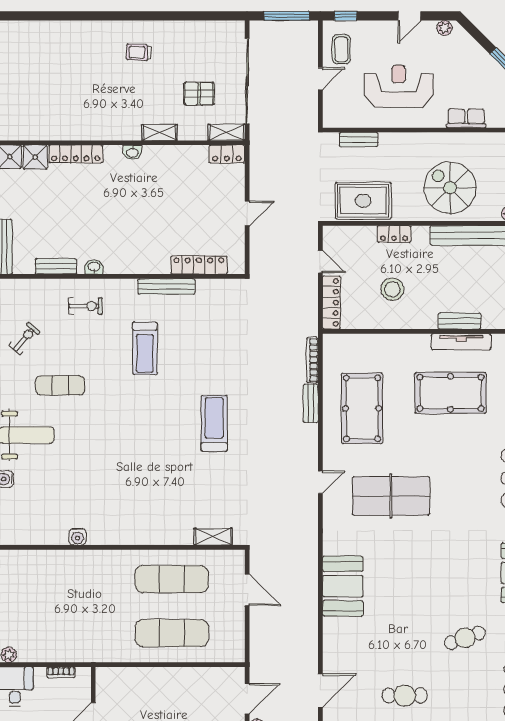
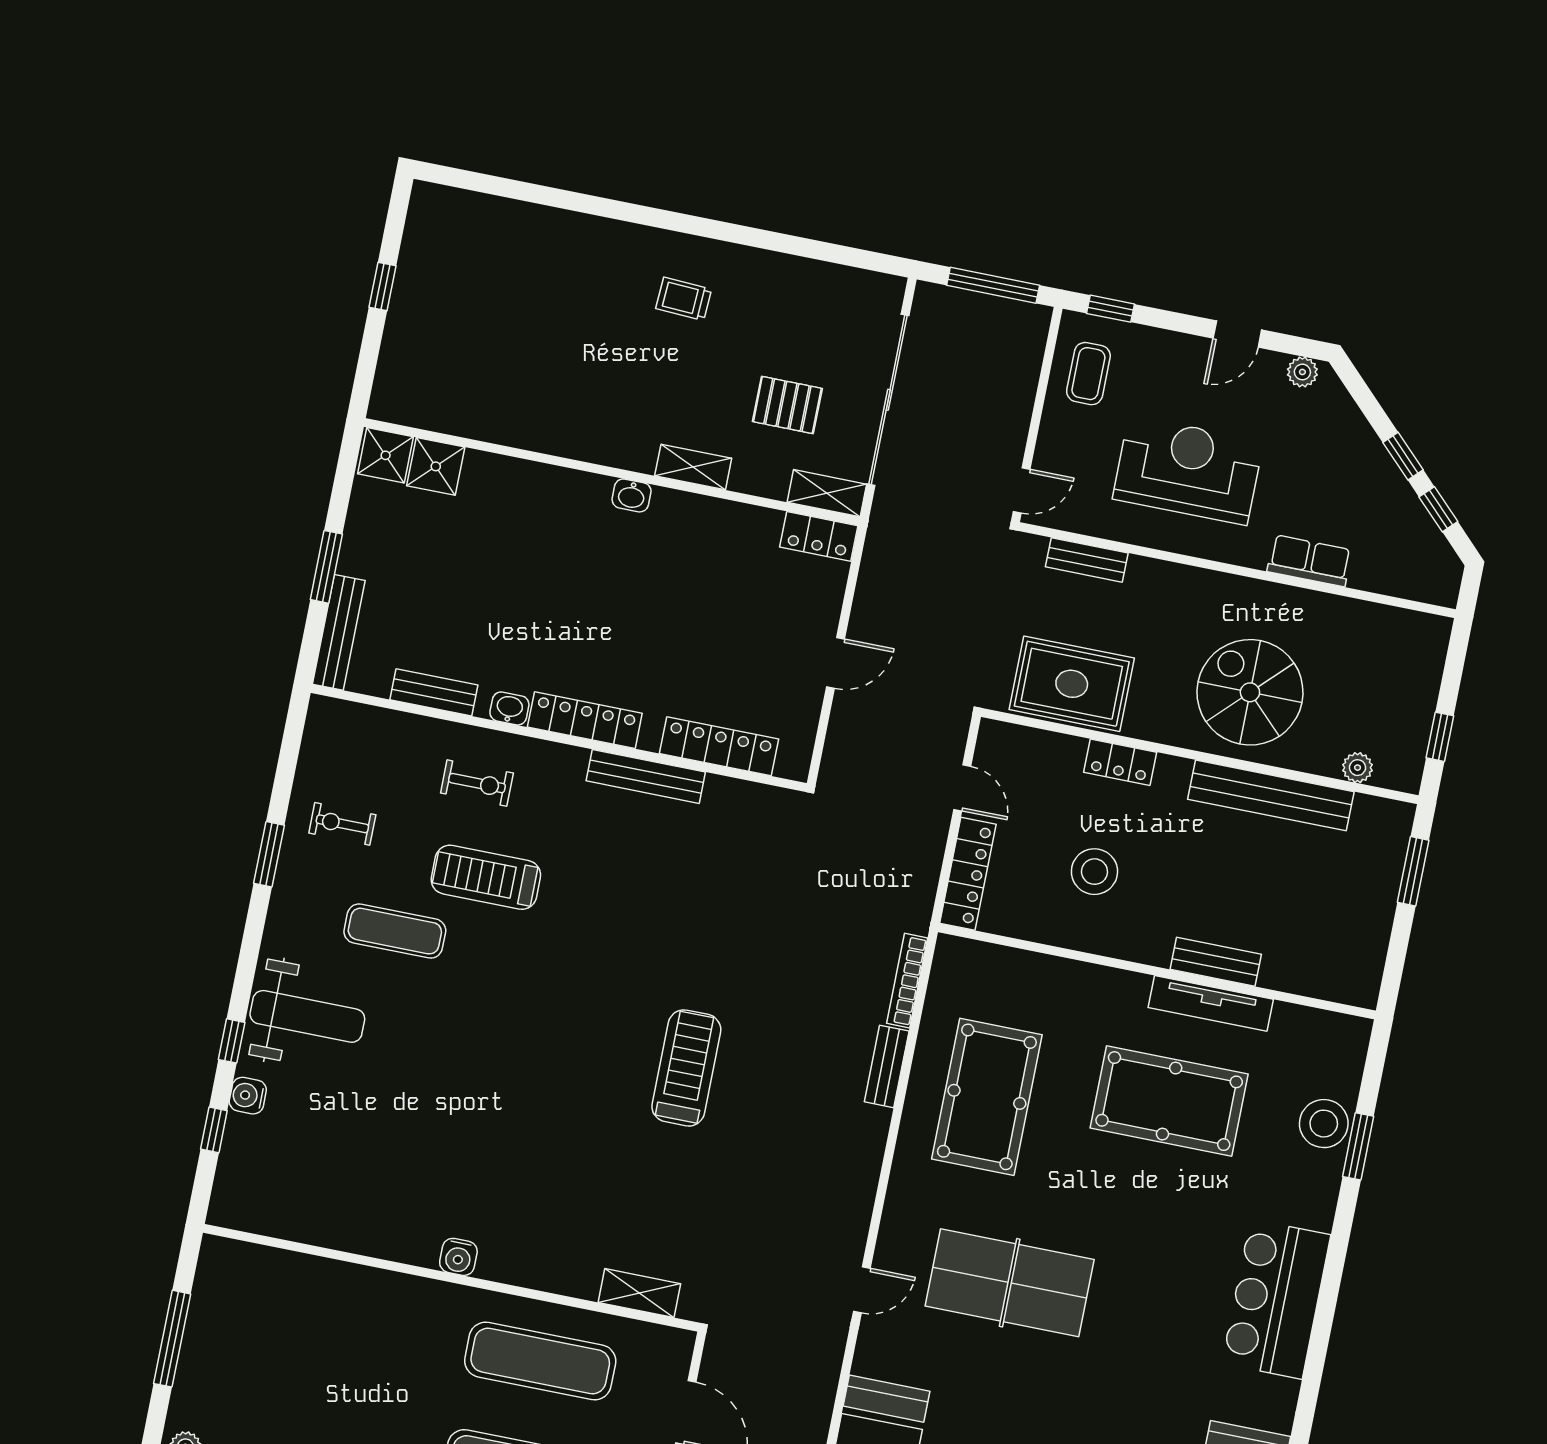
door: (320, 79) -> (1022, 490), moved
locker: (76, 154) -> (585, 720), moved, turned 180
exercise bike: (25, 339) -> (342, 824), turned -130
treadmill: (145, 348) -> (486, 877), moved, turned 90
door: (320, 482) -> (862, 1290), moved
water cooler: (78, 537) -> (458, 1257), moved

